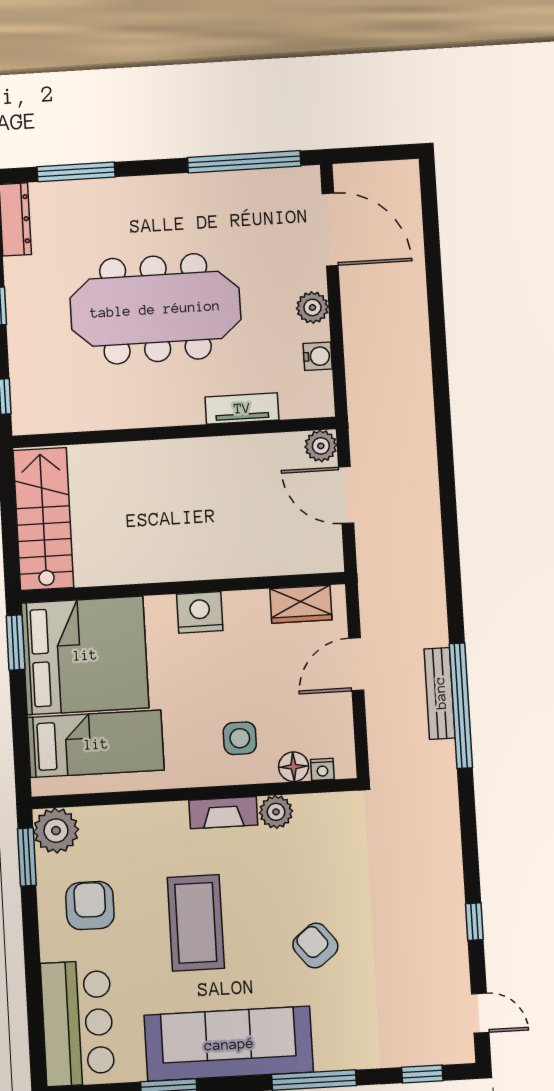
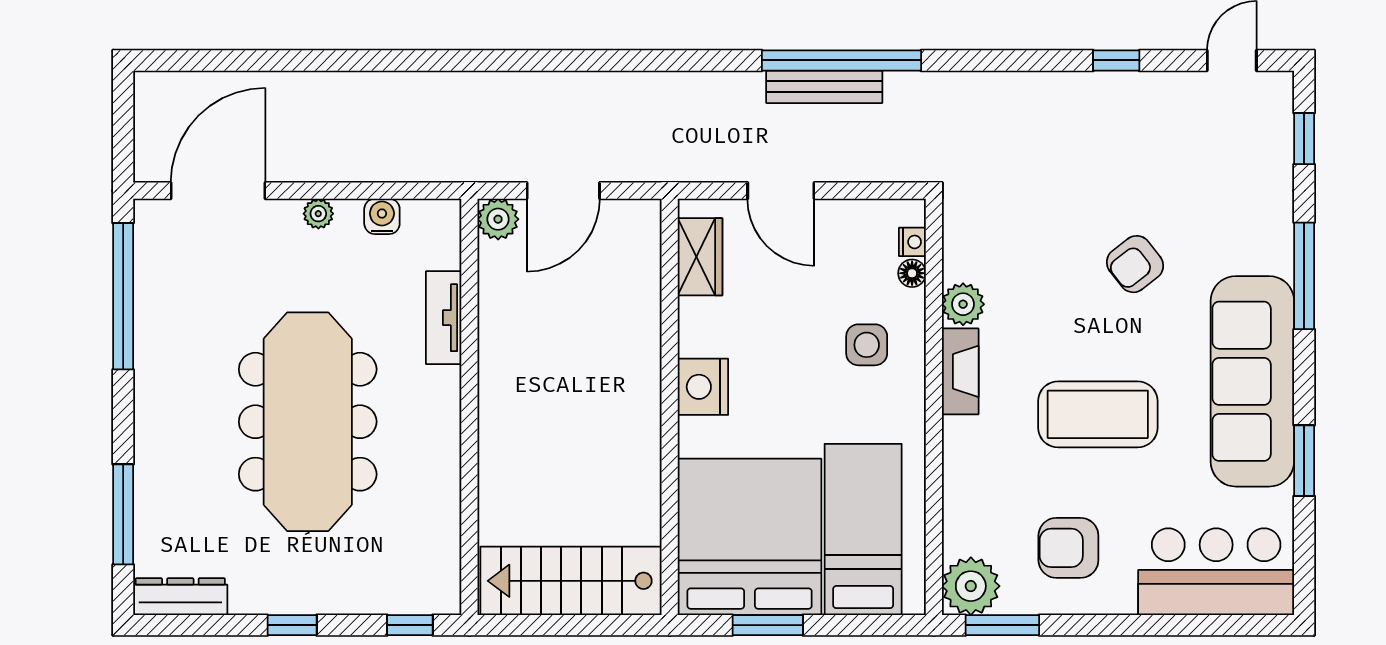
plant: (312, 307) -> (318, 214), width x0.73, depth x0.73
window: (16, 642) -> (768, 625), moved
floor lamp: (294, 767) -> (912, 273), width x0.73, depth x0.73

